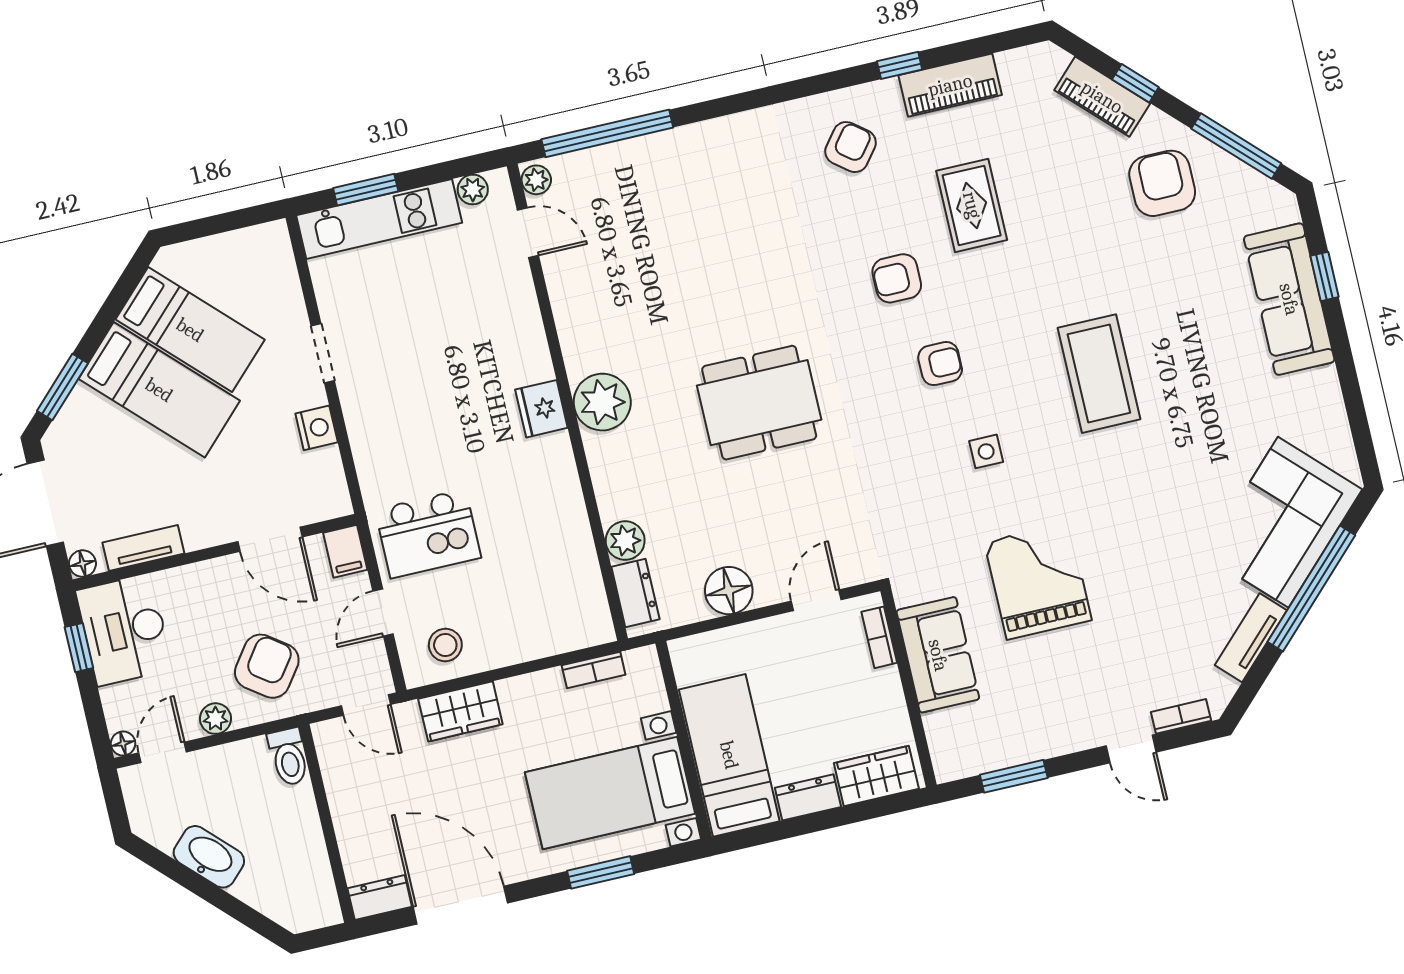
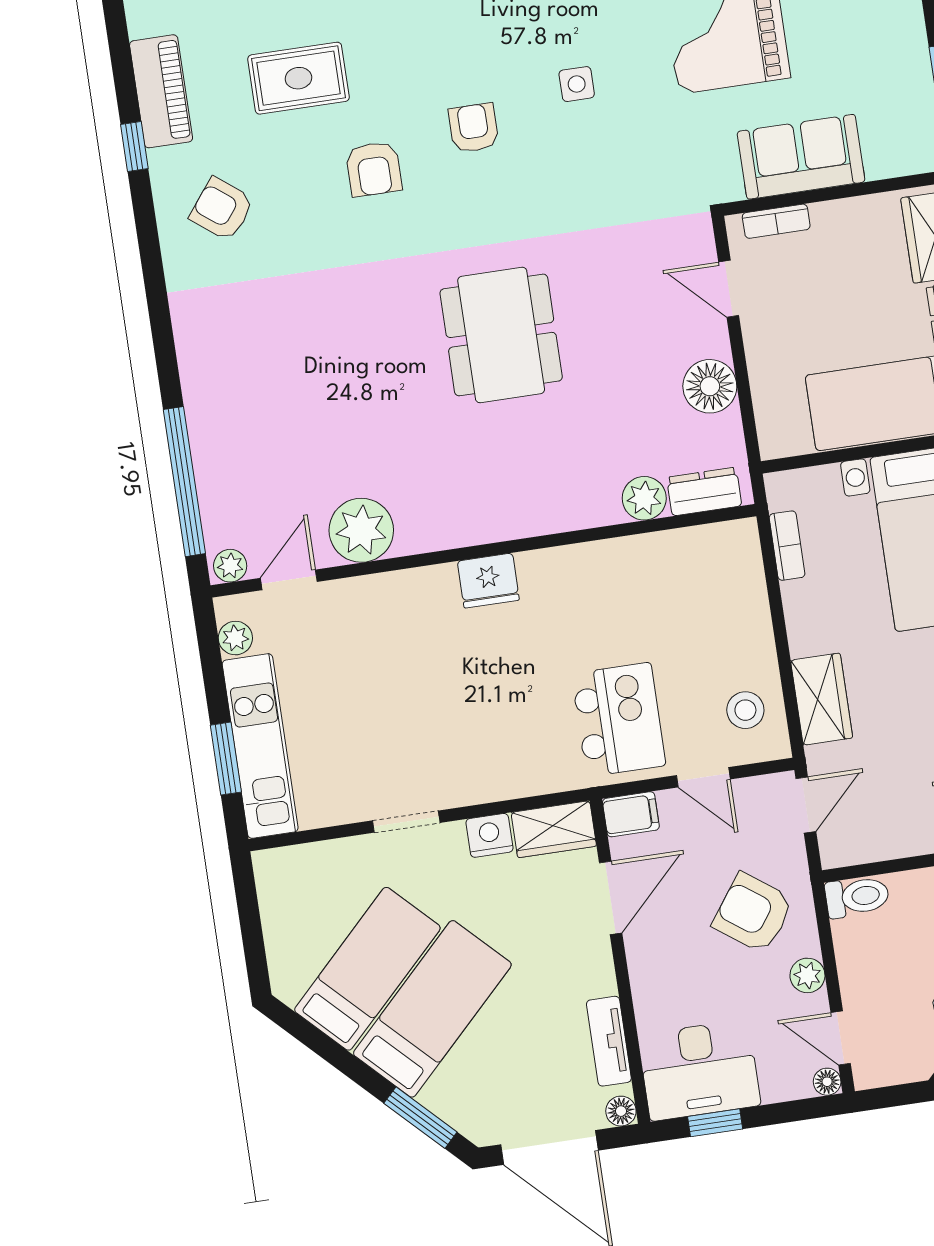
plant: (602, 402) -> (361, 530), moved
wardrobe: (327, 484) -> (554, 829), added

